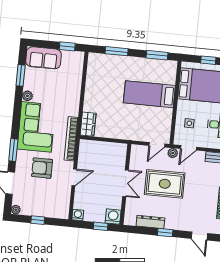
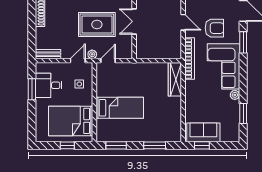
sofa: (43, 58) -> (203, 132), moved
wardrobe: (88, 124) -> (175, 79), width x1.50
door: (74, 177) -> (183, 22), swing flipped

